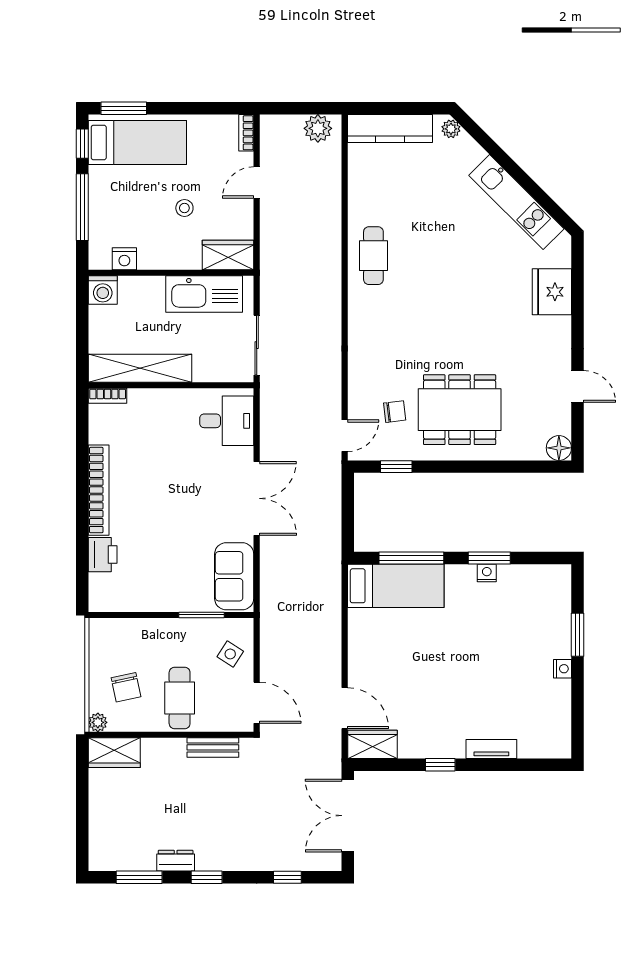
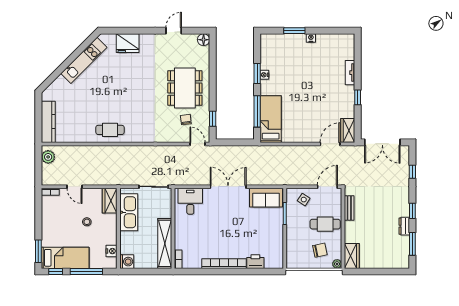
plant: (451, 129) -> (48, 92), removed
bed: (137, 142) -> (65, 258), moved, turned 90

